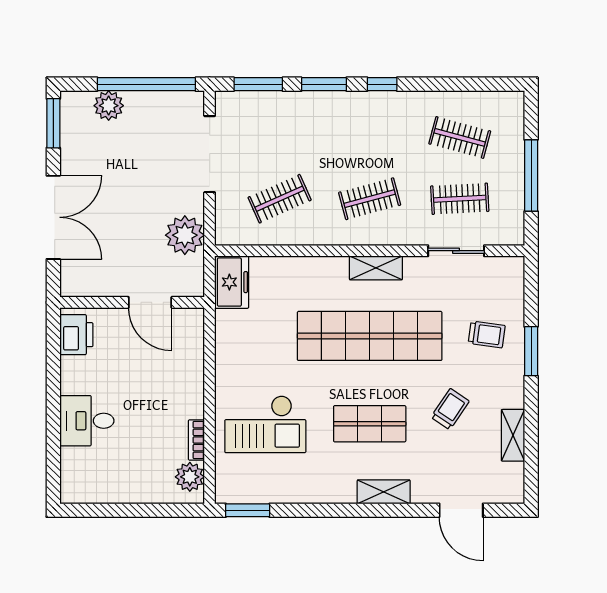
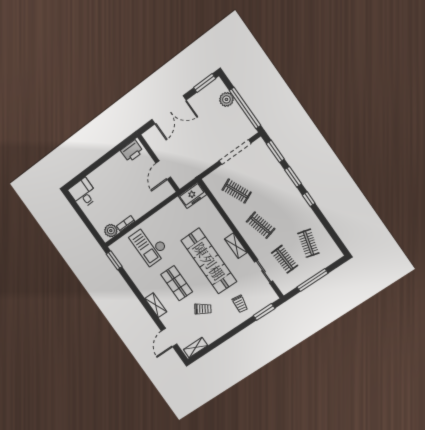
plant: (185, 235) -> (198, 165), removed
window: (531, 351) -> (264, 312), moved
desk: (87, 421) -> (83, 193), moved
shelving: (513, 435) -> (196, 348), moved

